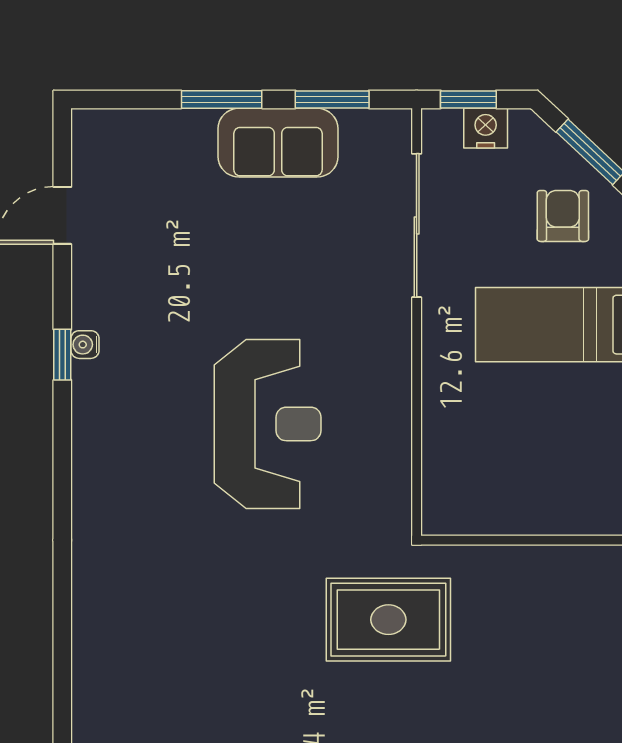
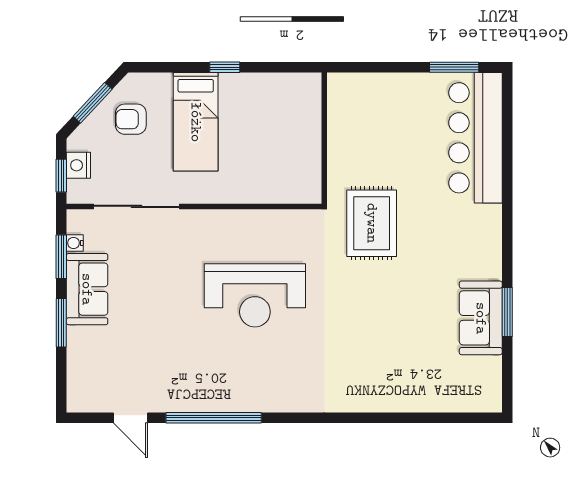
water cooler: (85, 345) -> (75, 243), moved, turned 90
window: (62, 355) -> (214, 418), width x3.17
reception desk: (268, 424) -> (255, 295), turned 180

